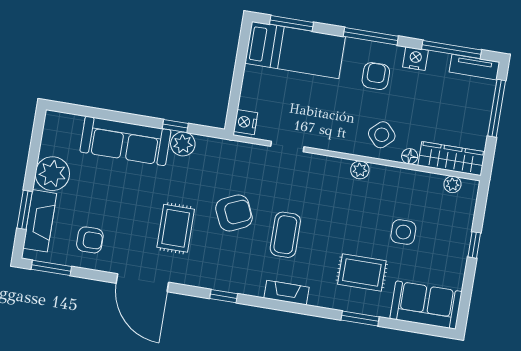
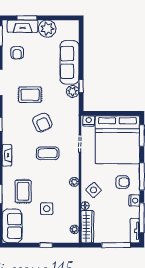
bed: (295, 50) -> (117, 140), width x2.04
coffee table: (285, 235) -> (48, 153), moved

